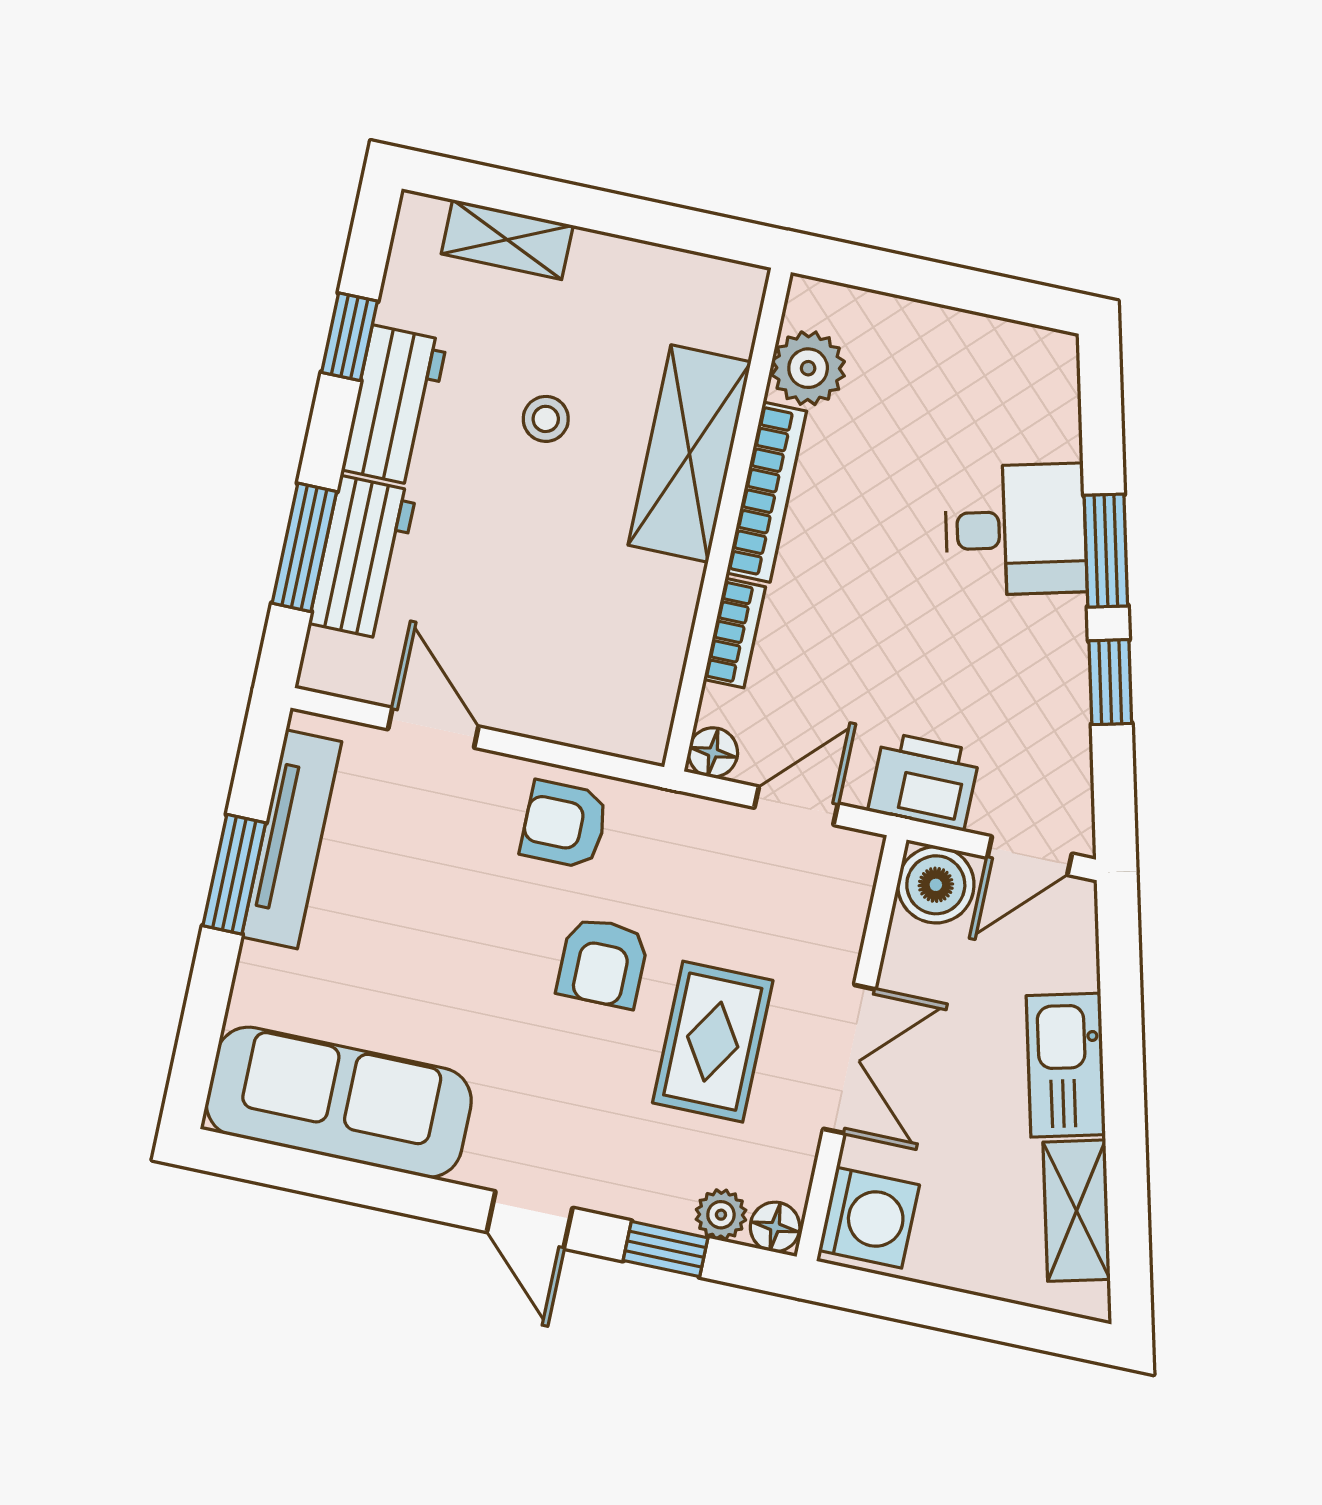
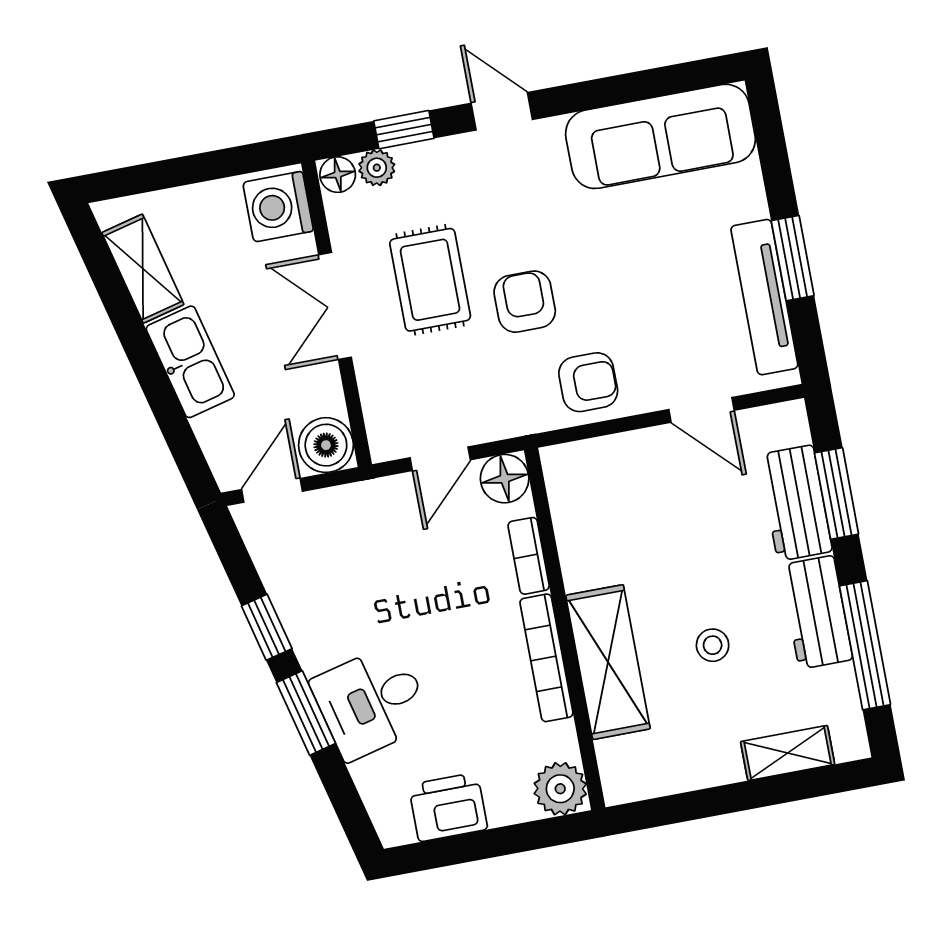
window: (350, 337) -> (865, 645), width x2.17
plant: (808, 368) -> (560, 789), moved
floor lamp: (713, 752) -> (505, 479), width x1.37, depth x1.37
printer: (924, 781) -> (448, 807), moved, turned 180

